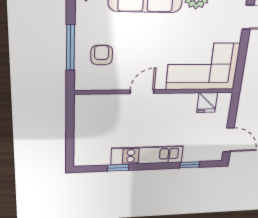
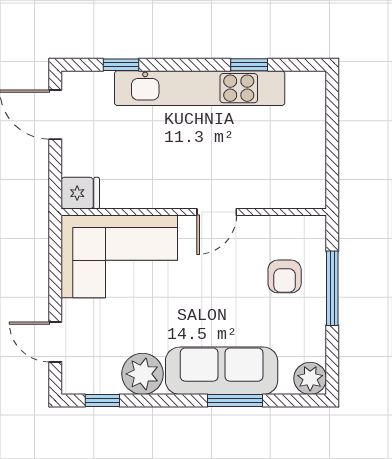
fridge: (207, 103) -> (80, 193), moved, turned 90
kitchen unit: (147, 155) -> (200, 88), width x1.36

